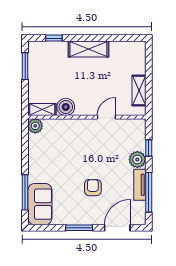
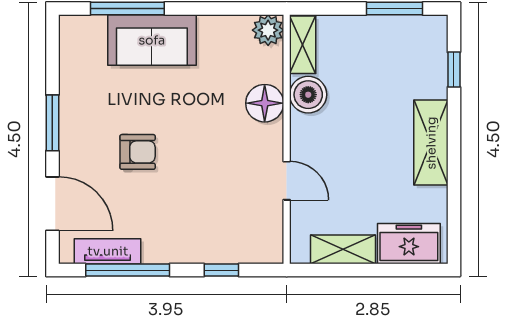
freezer: (136, 59) -> (409, 244), added
floor lamp: (70, 127) -> (265, 103), added
plant: (137, 160) -> (197, 246), removed
tv unit: (140, 185) -> (108, 251), moved
sofa: (40, 204) -> (152, 40), moved

